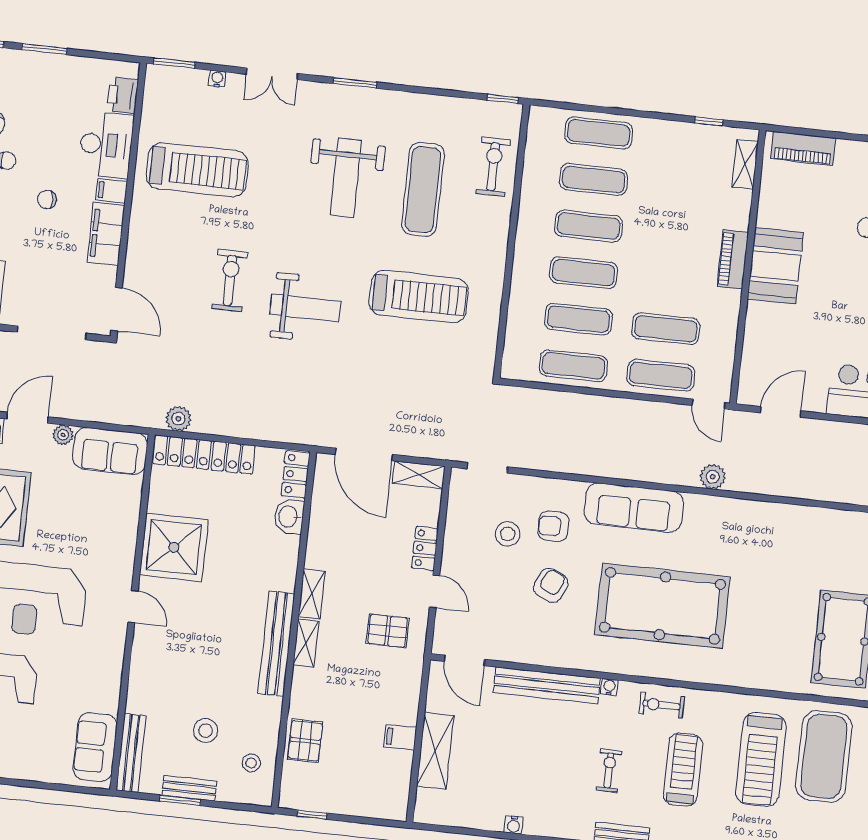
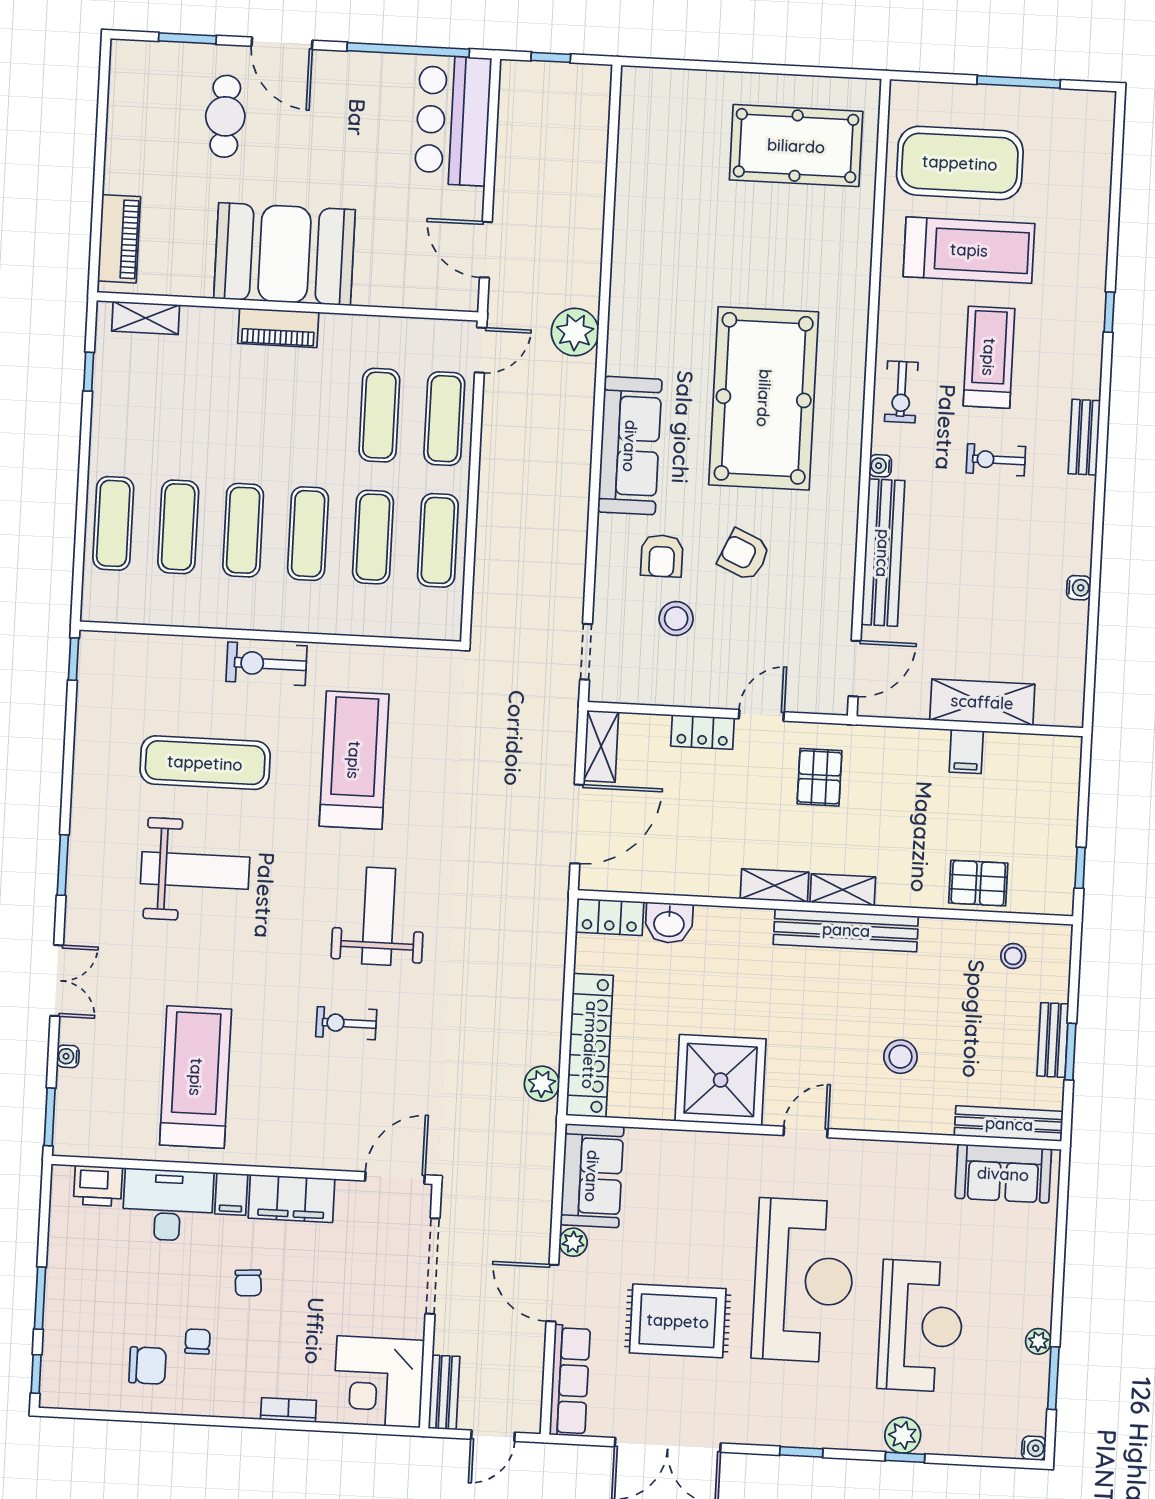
exercise bike: (493, 167) -> (266, 664), moved
booth: (775, 266) -> (284, 254), width x1.36, depth x1.42
exercise bike: (230, 280) -> (346, 1023), width x0.73, depth x0.72
plant: (713, 477) -> (575, 332), width x1.36, depth x1.36
stool: (206, 731) -> (900, 1057), moved
treadmill: (683, 770) -> (989, 357), turned 90

